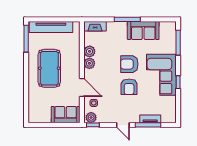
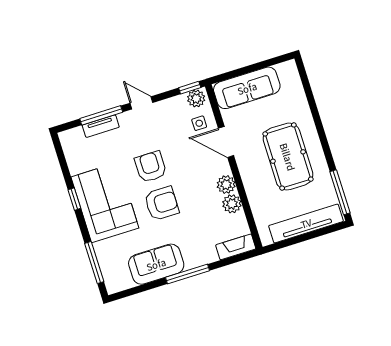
sofa: (66, 115) -> (247, 88), width x1.36

